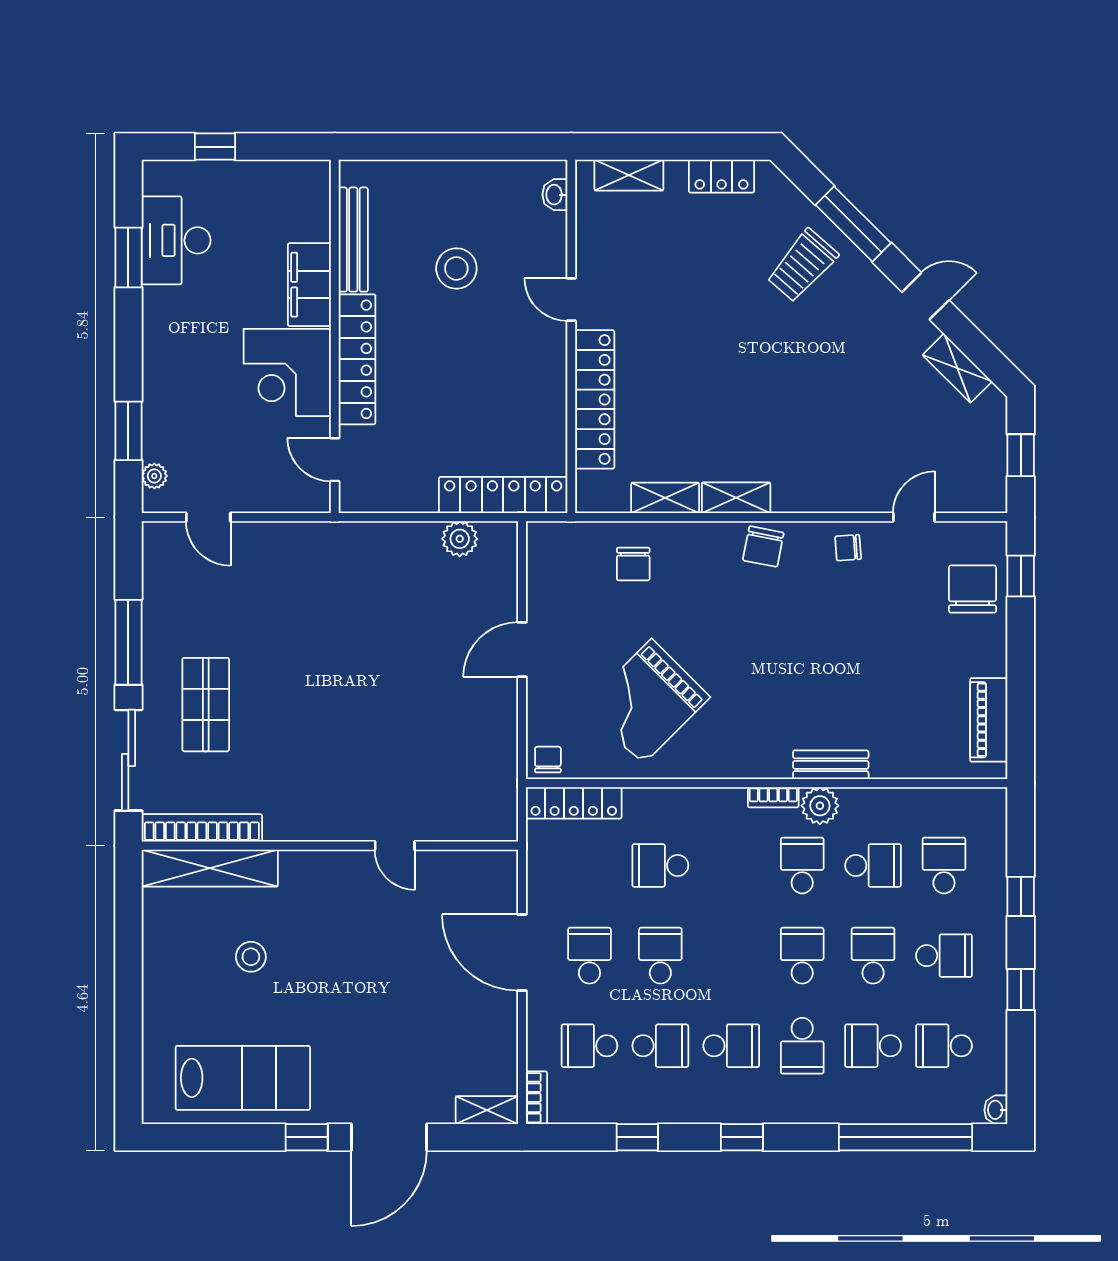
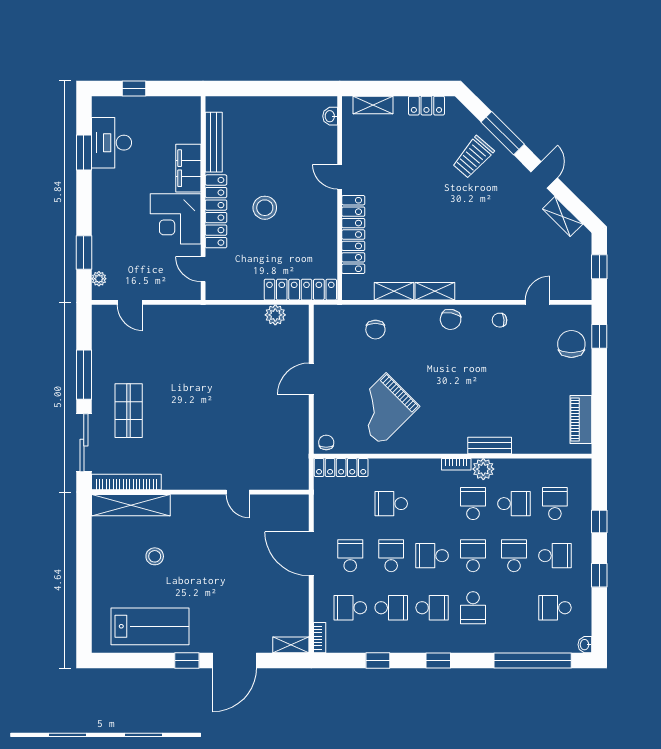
stool: (456, 268) -> (265, 208), moved
door: (925, 296) -> (544, 175), hinge flipped
school desk: (873, 1046) -> (432, 556), moved

